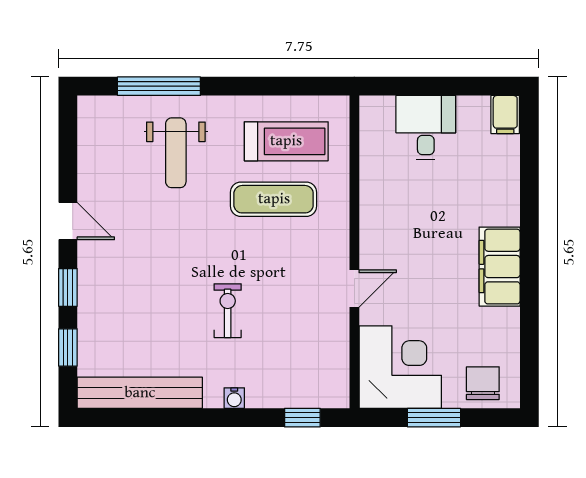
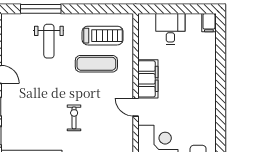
filing cabinet: (500, 267) -> (148, 79), moved, turned 180
door: (354, 289) -> (136, 107), swing flipped

